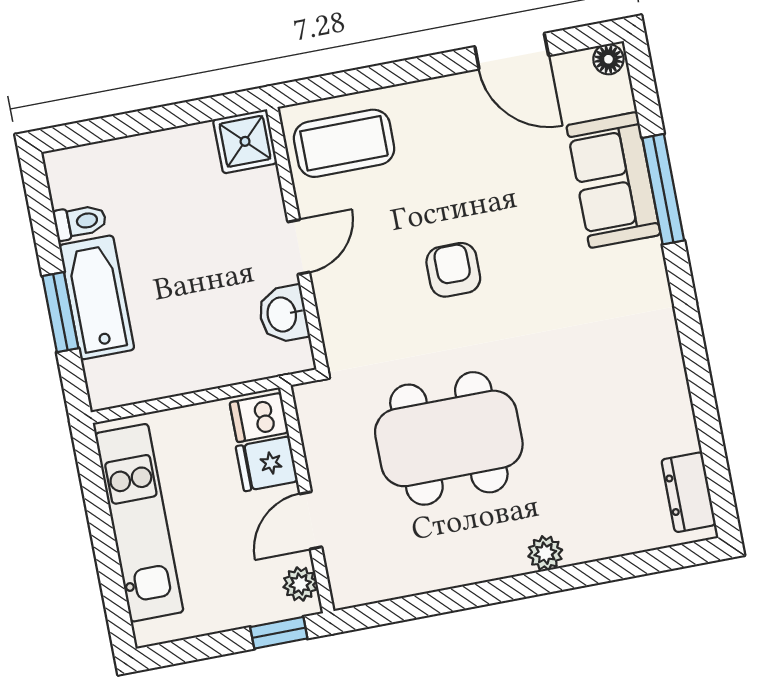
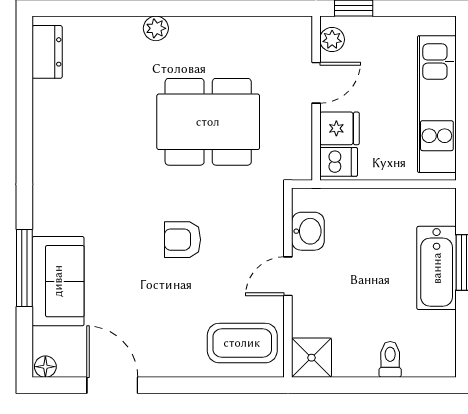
toilet: (80, 222) -> (390, 359), moved, turned 90
armchair: (453, 270) -> (182, 240), turned 90

